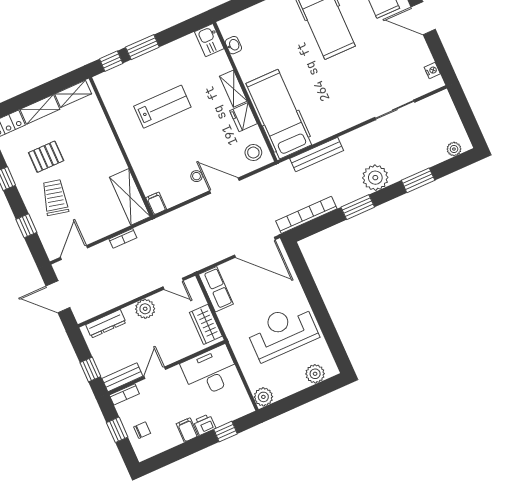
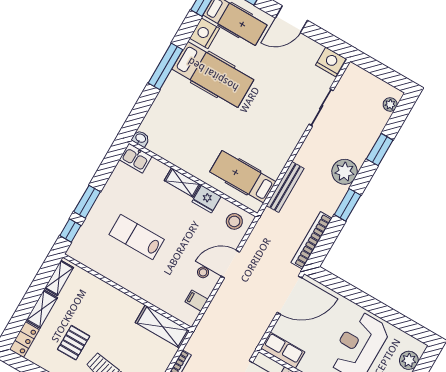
washbasin: (233, 45) -> (141, 138), moved
nightstand: (432, 70) -> (331, 62), width x1.89, depth x1.79
lab bench: (162, 107) -> (137, 237), turned -90
hospital bed: (279, 114) -> (243, 177), width x0.73, depth x0.78
filing cabinet: (156, 204) -> (196, 301), moved

